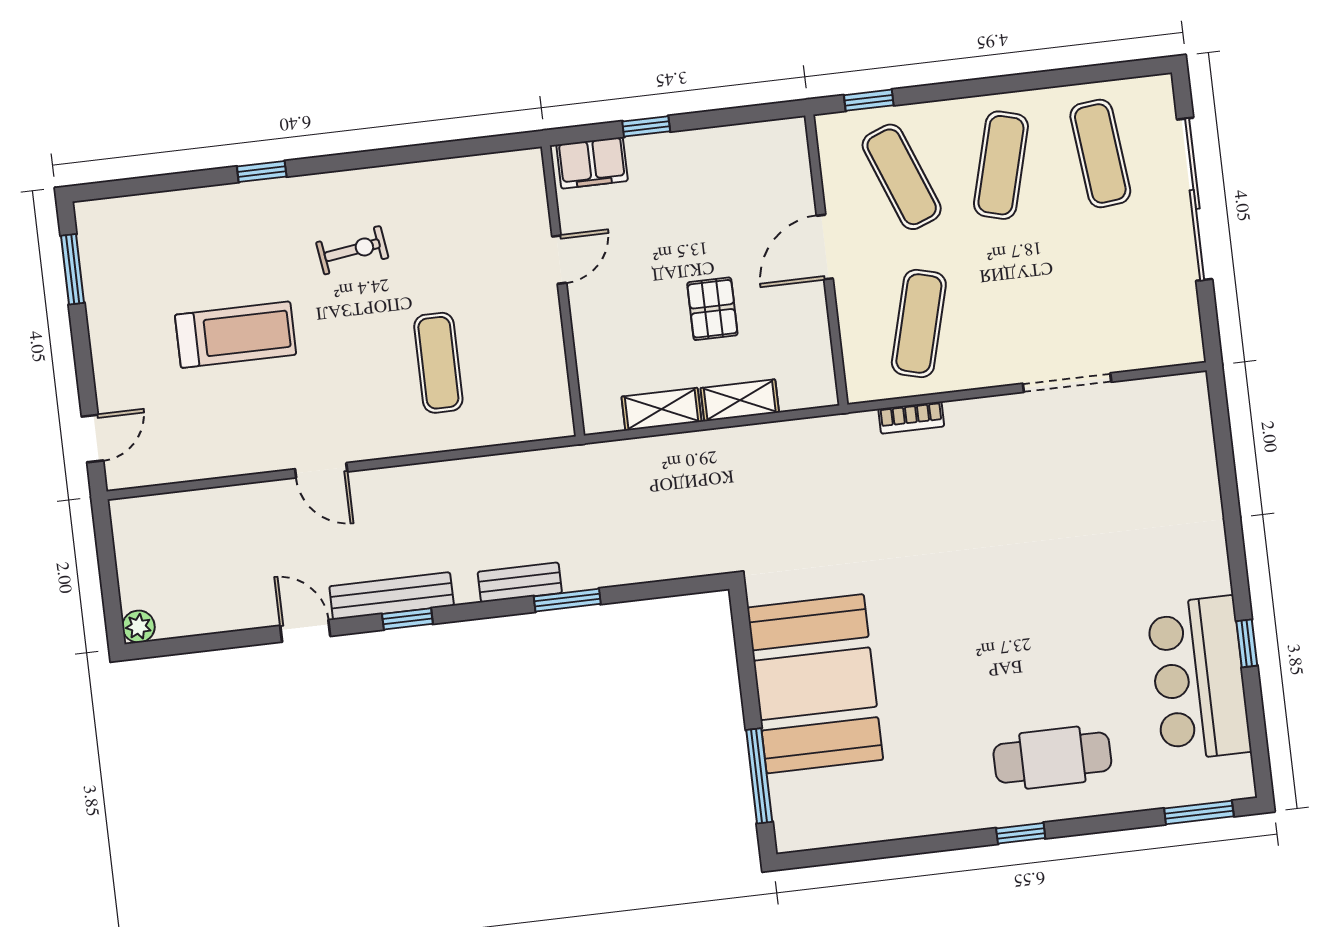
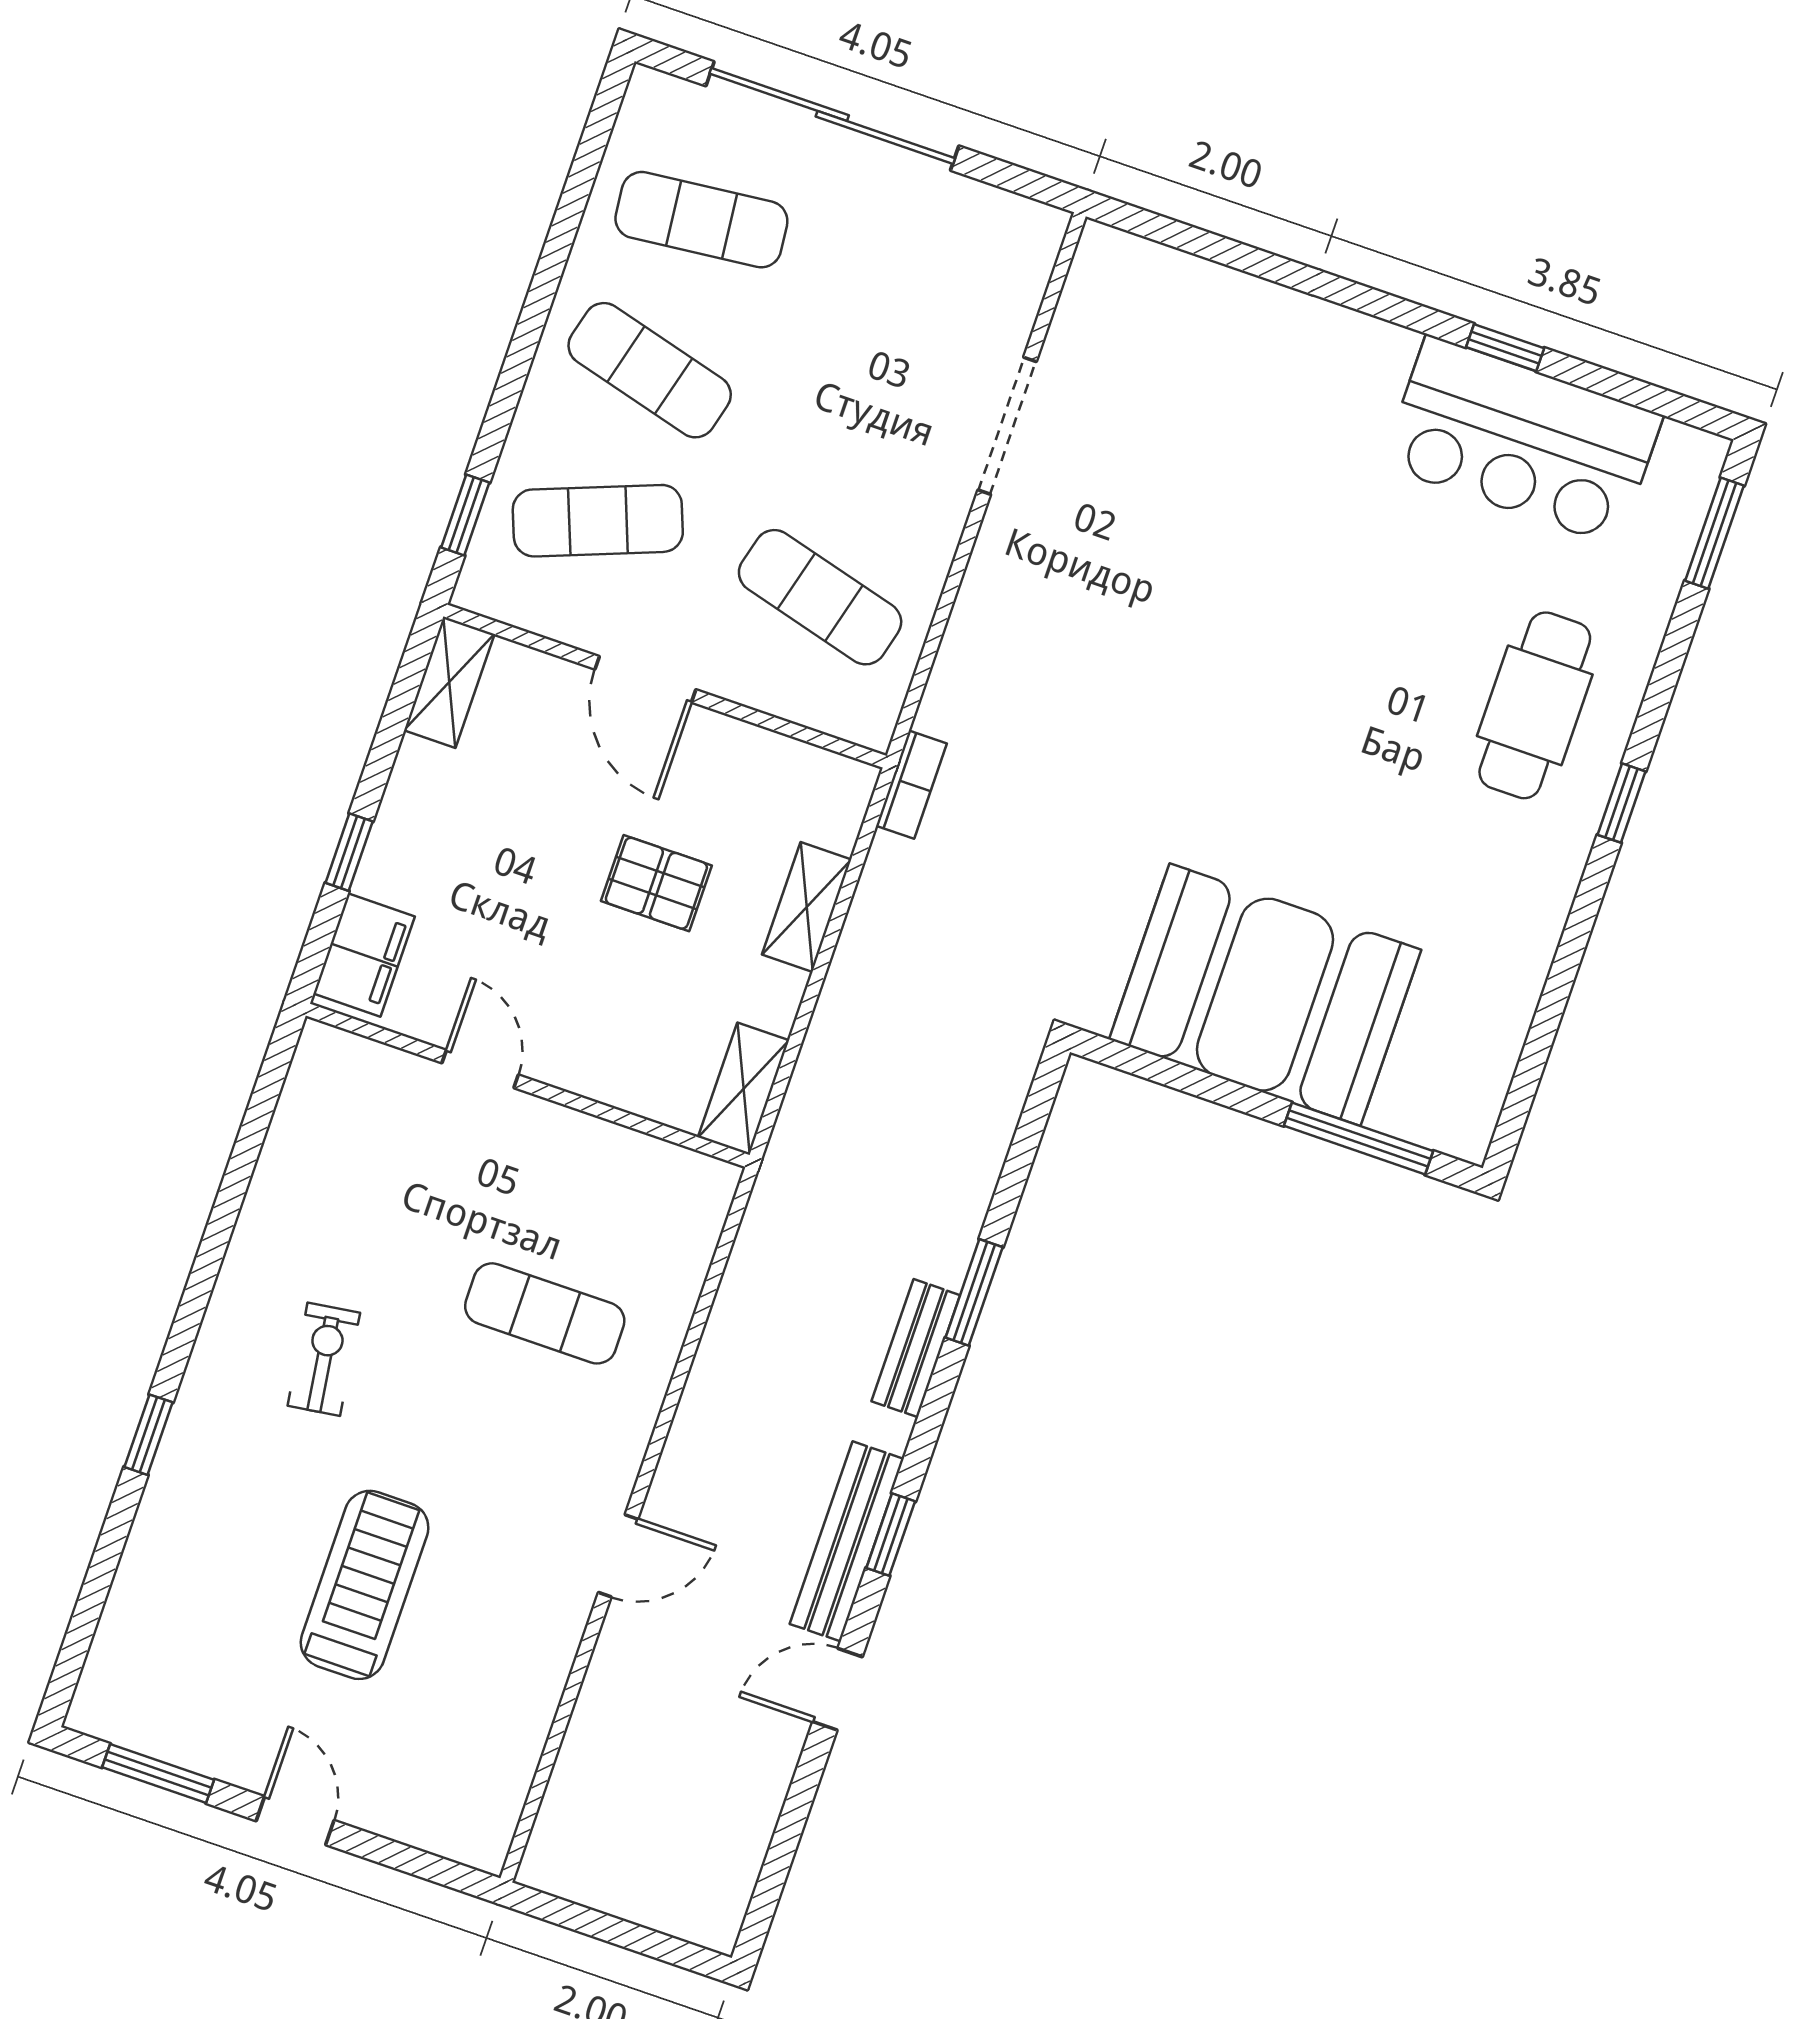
shelving: (770, 137) -> (449, 682), added
shelving: (662, 409) -> (743, 1089), moved
bookcase: (911, 418) -> (911, 785), moved
door: (92, 438) -> (295, 1821), moved
plant: (138, 627) -> (716, 1926), removed

